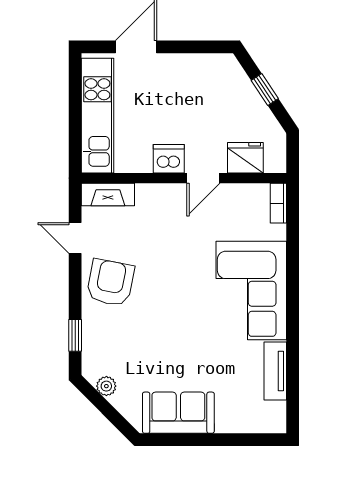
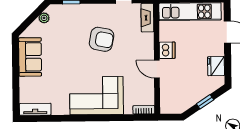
fridge: (245, 158) -> (216, 66), moved, turned 180
armchair: (110, 283) -> (102, 39), moved
tv unit: (275, 371) -> (35, 109), moved

